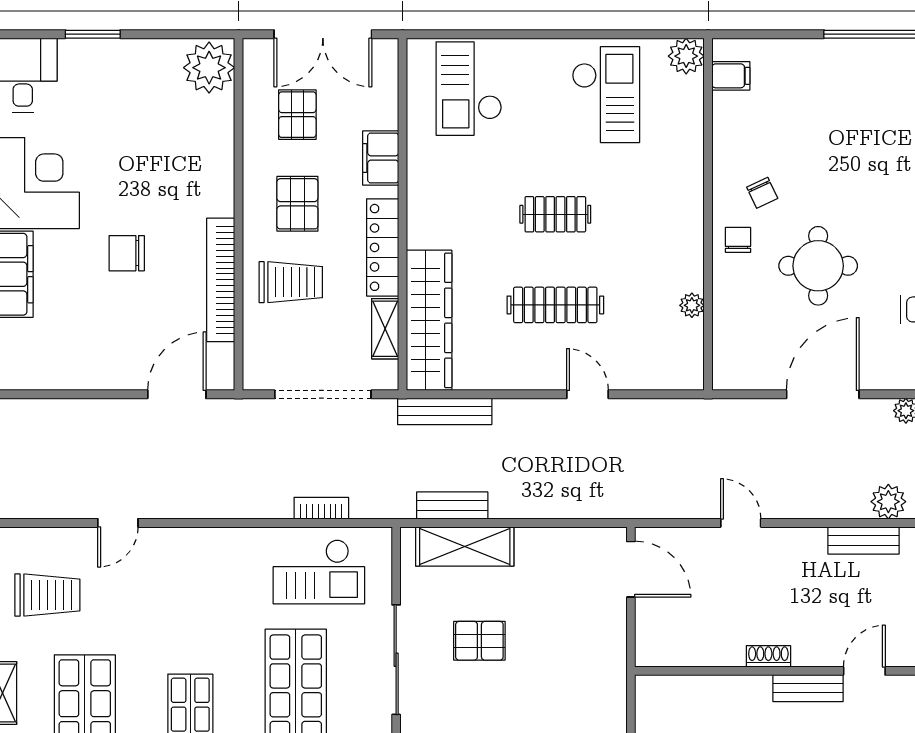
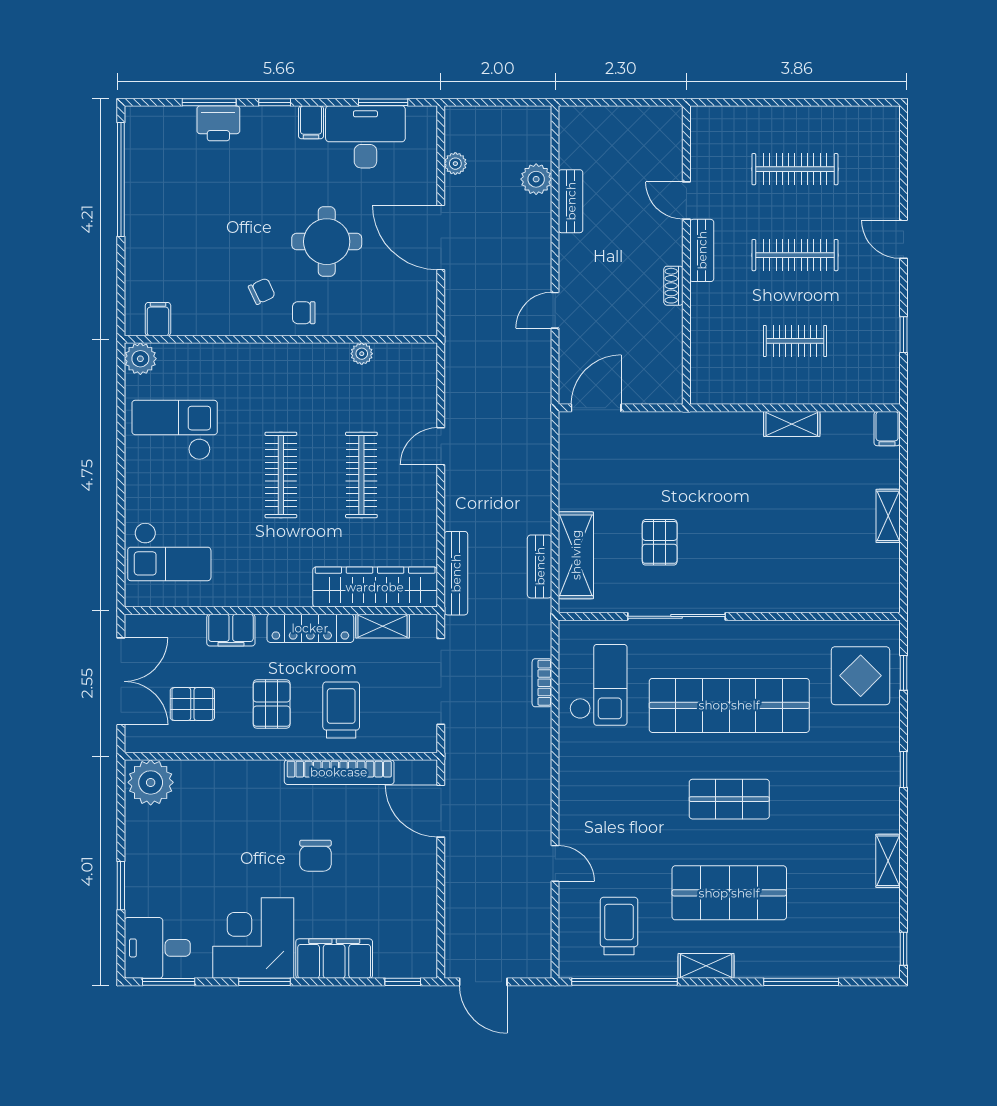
pallet: (297, 204) -> (272, 704), turned 90
clothes rail: (555, 214) -> (281, 475), width x1.36

